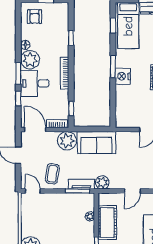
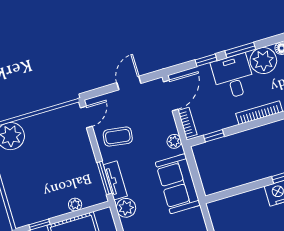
plant: (67, 141) -> (174, 141), width x0.53, depth x0.53

